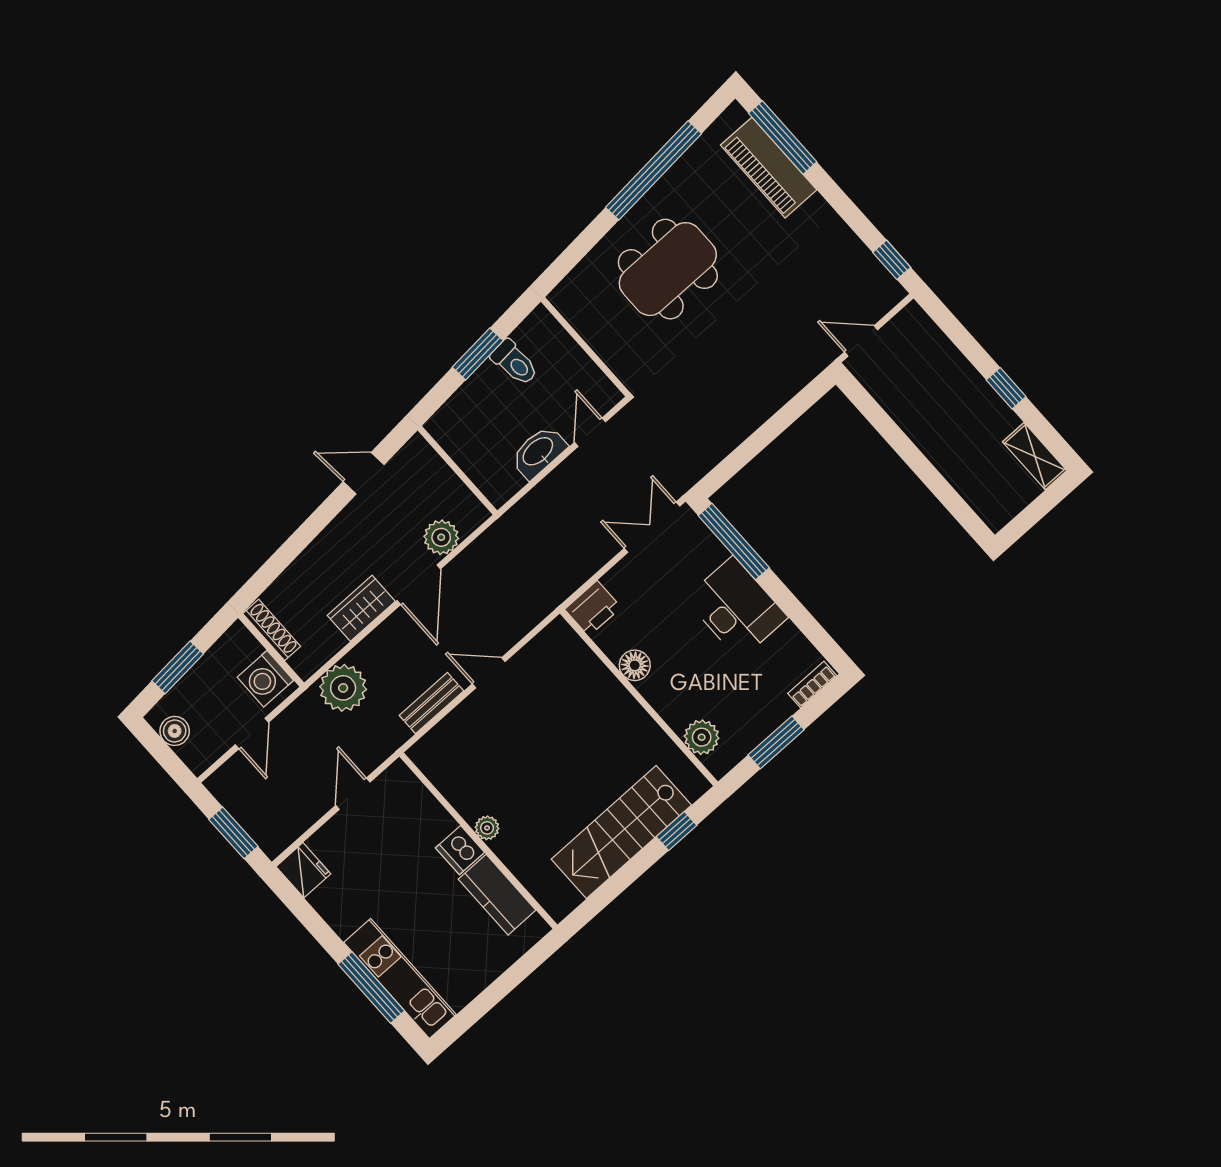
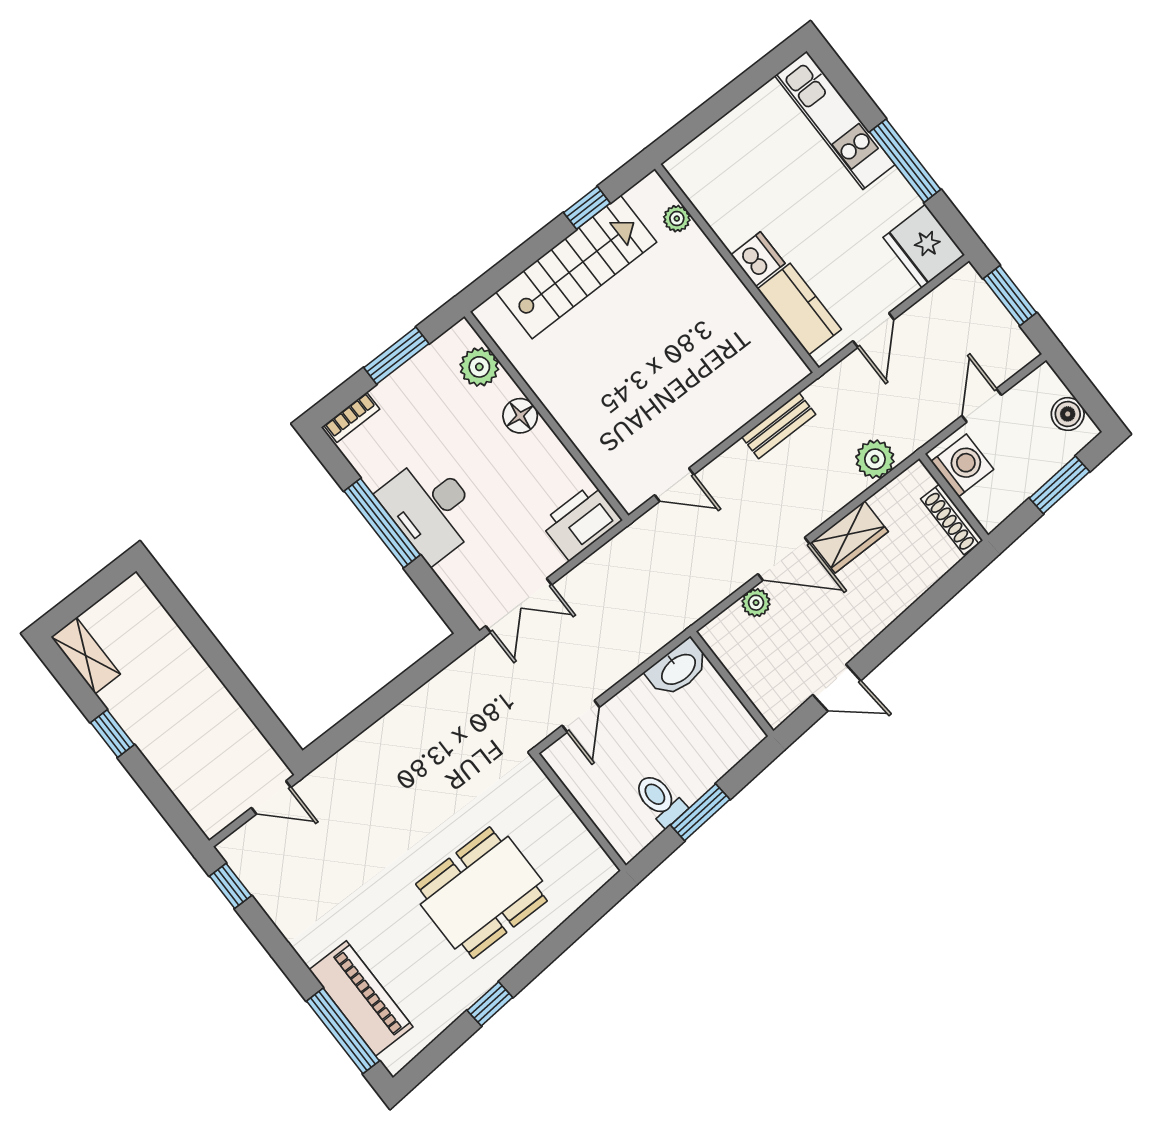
window: (653, 170) -> (490, 1004), width x0.32
washbasin: (538, 452) -> (678, 669), moved
plant: (441, 537) -> (756, 603), width x0.73, depth x0.73
window: (734, 542) -> (382, 523), moved
door: (419, 585) -> (784, 559), swing flipped
printer: (593, 608) -> (581, 522), width x1.37, depth x1.19
floor lamp: (635, 665) -> (520, 416), moved
door: (489, 673) -> (674, 485), moved
plant: (343, 688) -> (875, 459), width x0.73, depth x0.73
plant: (487, 828) -> (677, 219), moved
window: (676, 831) -> (587, 208), moved
fridge: (303, 870) -> (924, 246), width x1.36, depth x1.34
kitchen counter: (497, 895) -> (799, 309), moved
window: (371, 988) -> (905, 161), moved

